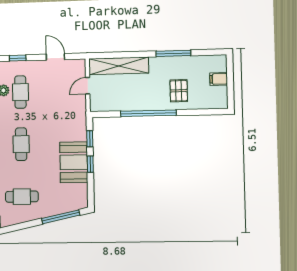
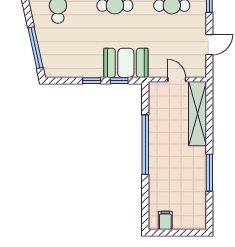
filing cabinet: (219, 79) -> (165, 220), moved
pallet: (179, 91) -> (169, 178), removed
booth: (74, 162) -> (126, 63), moved

